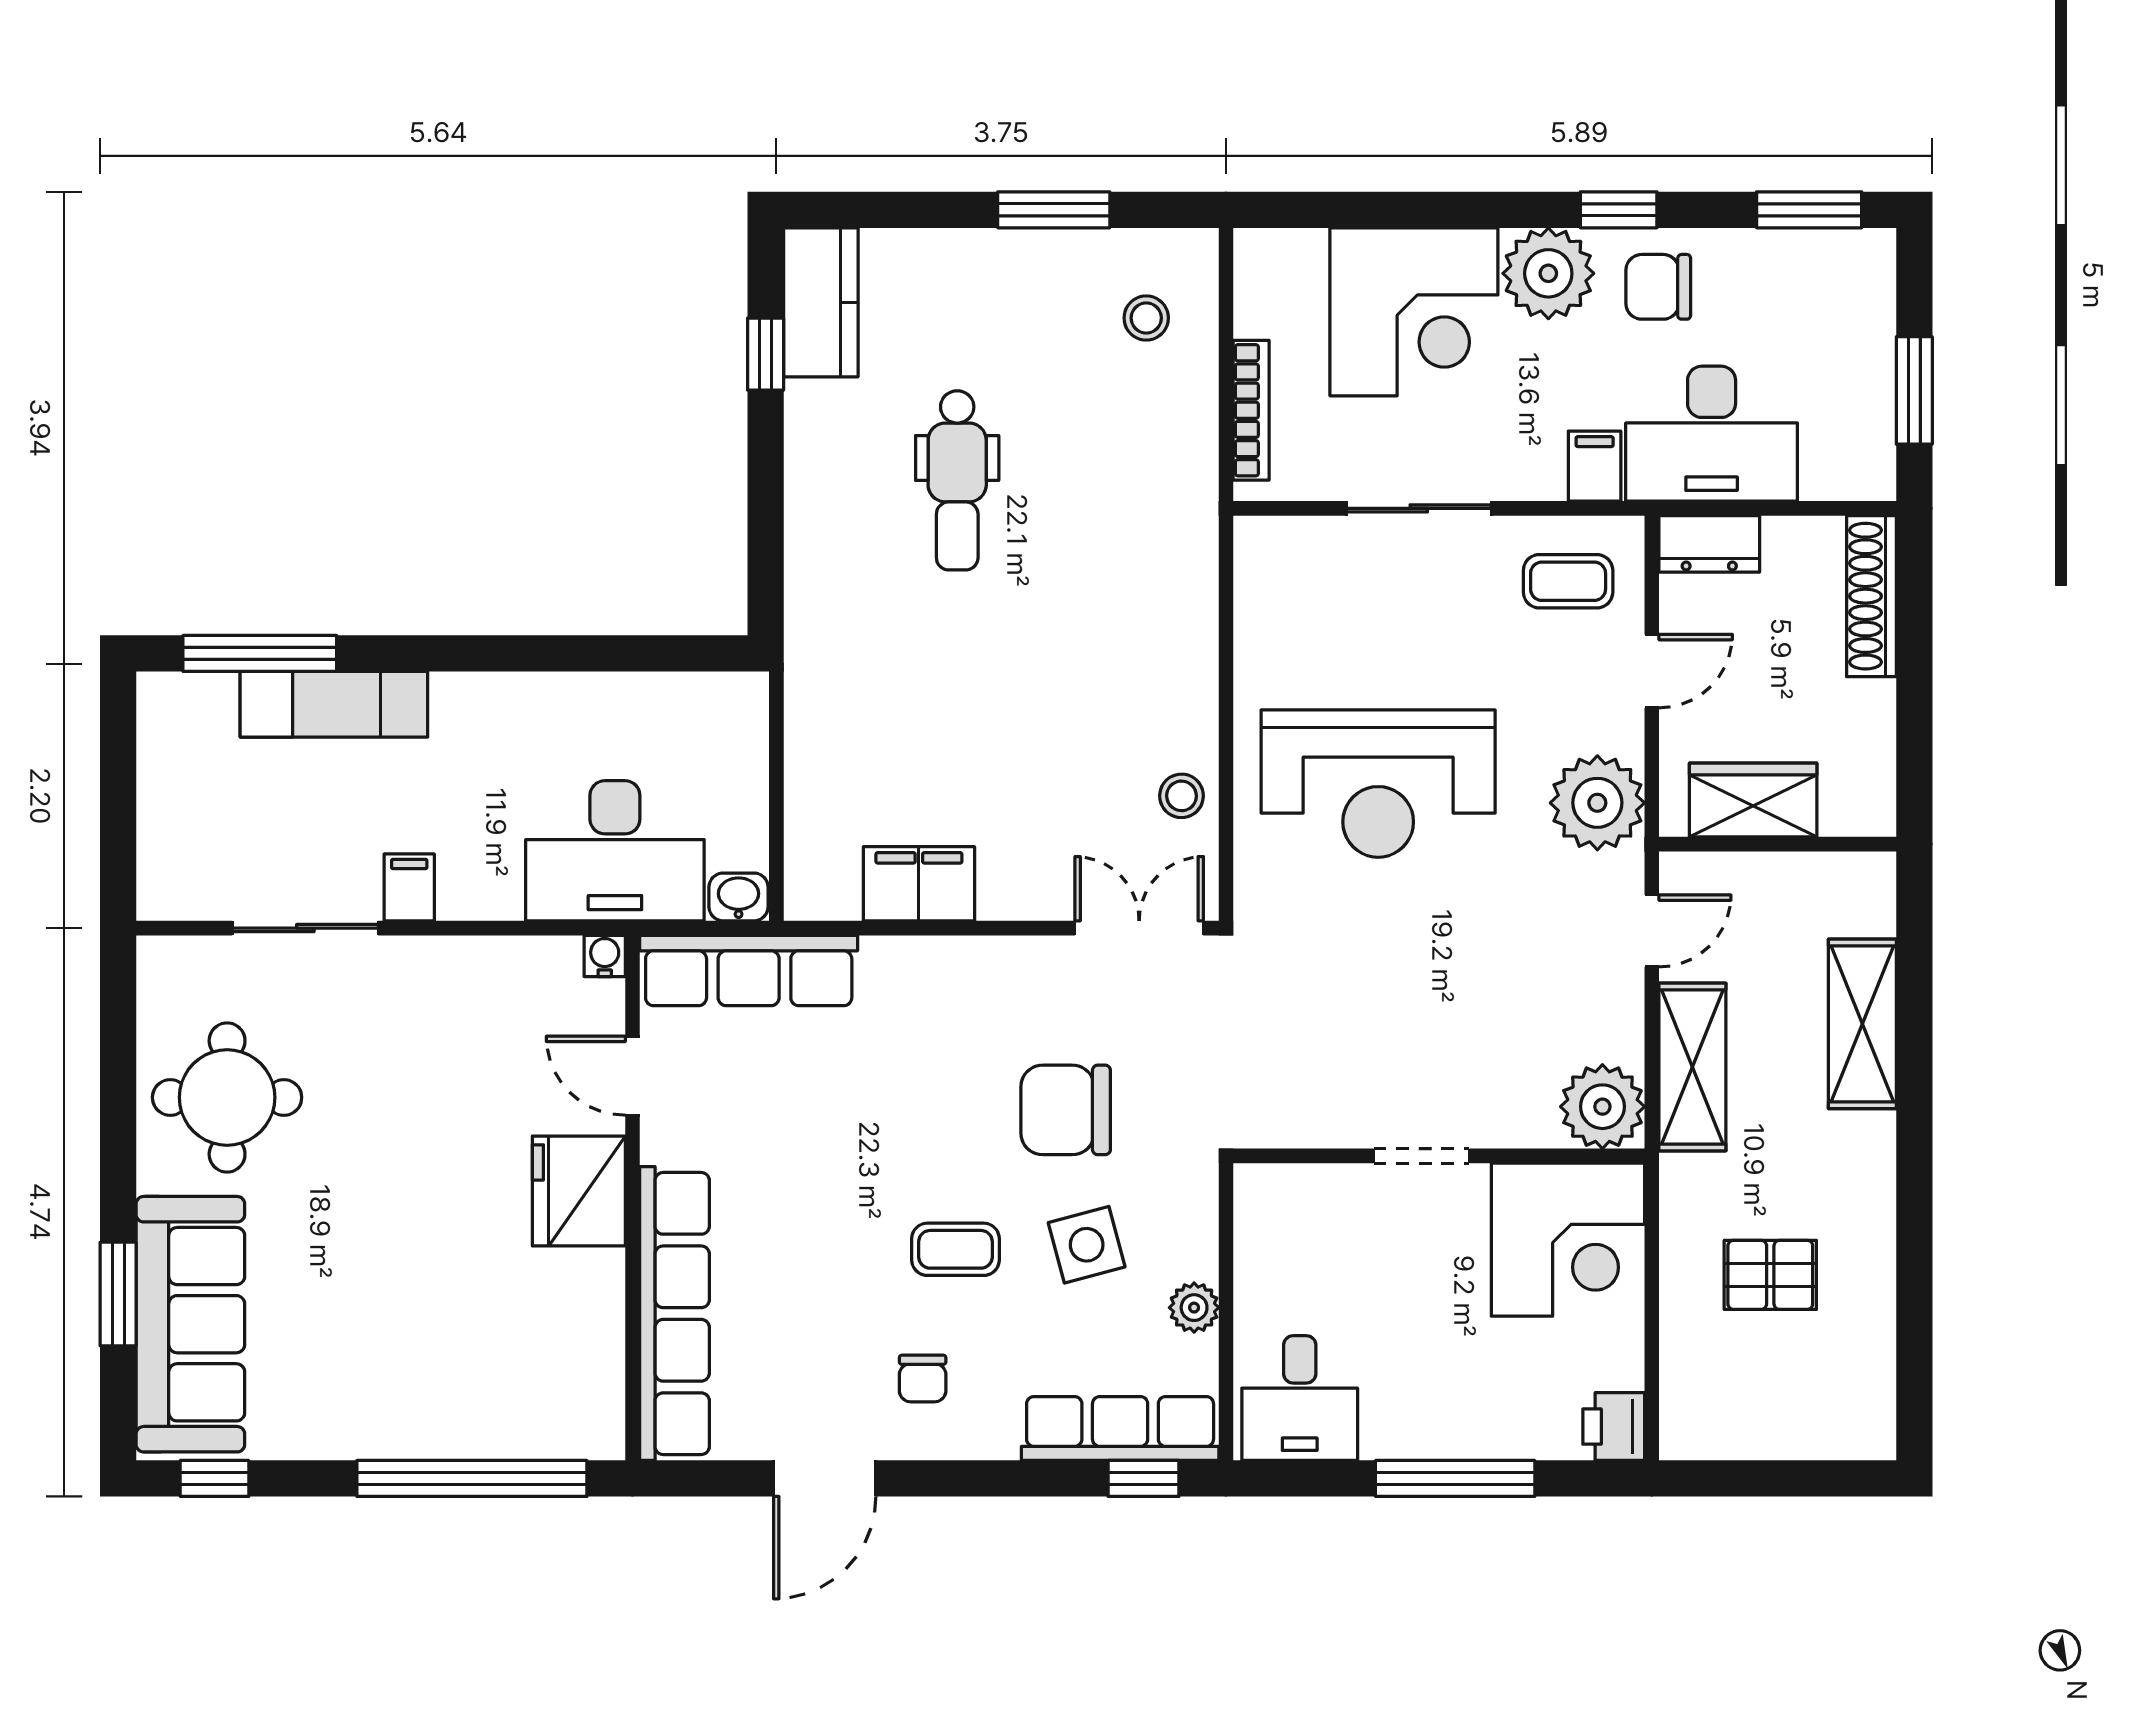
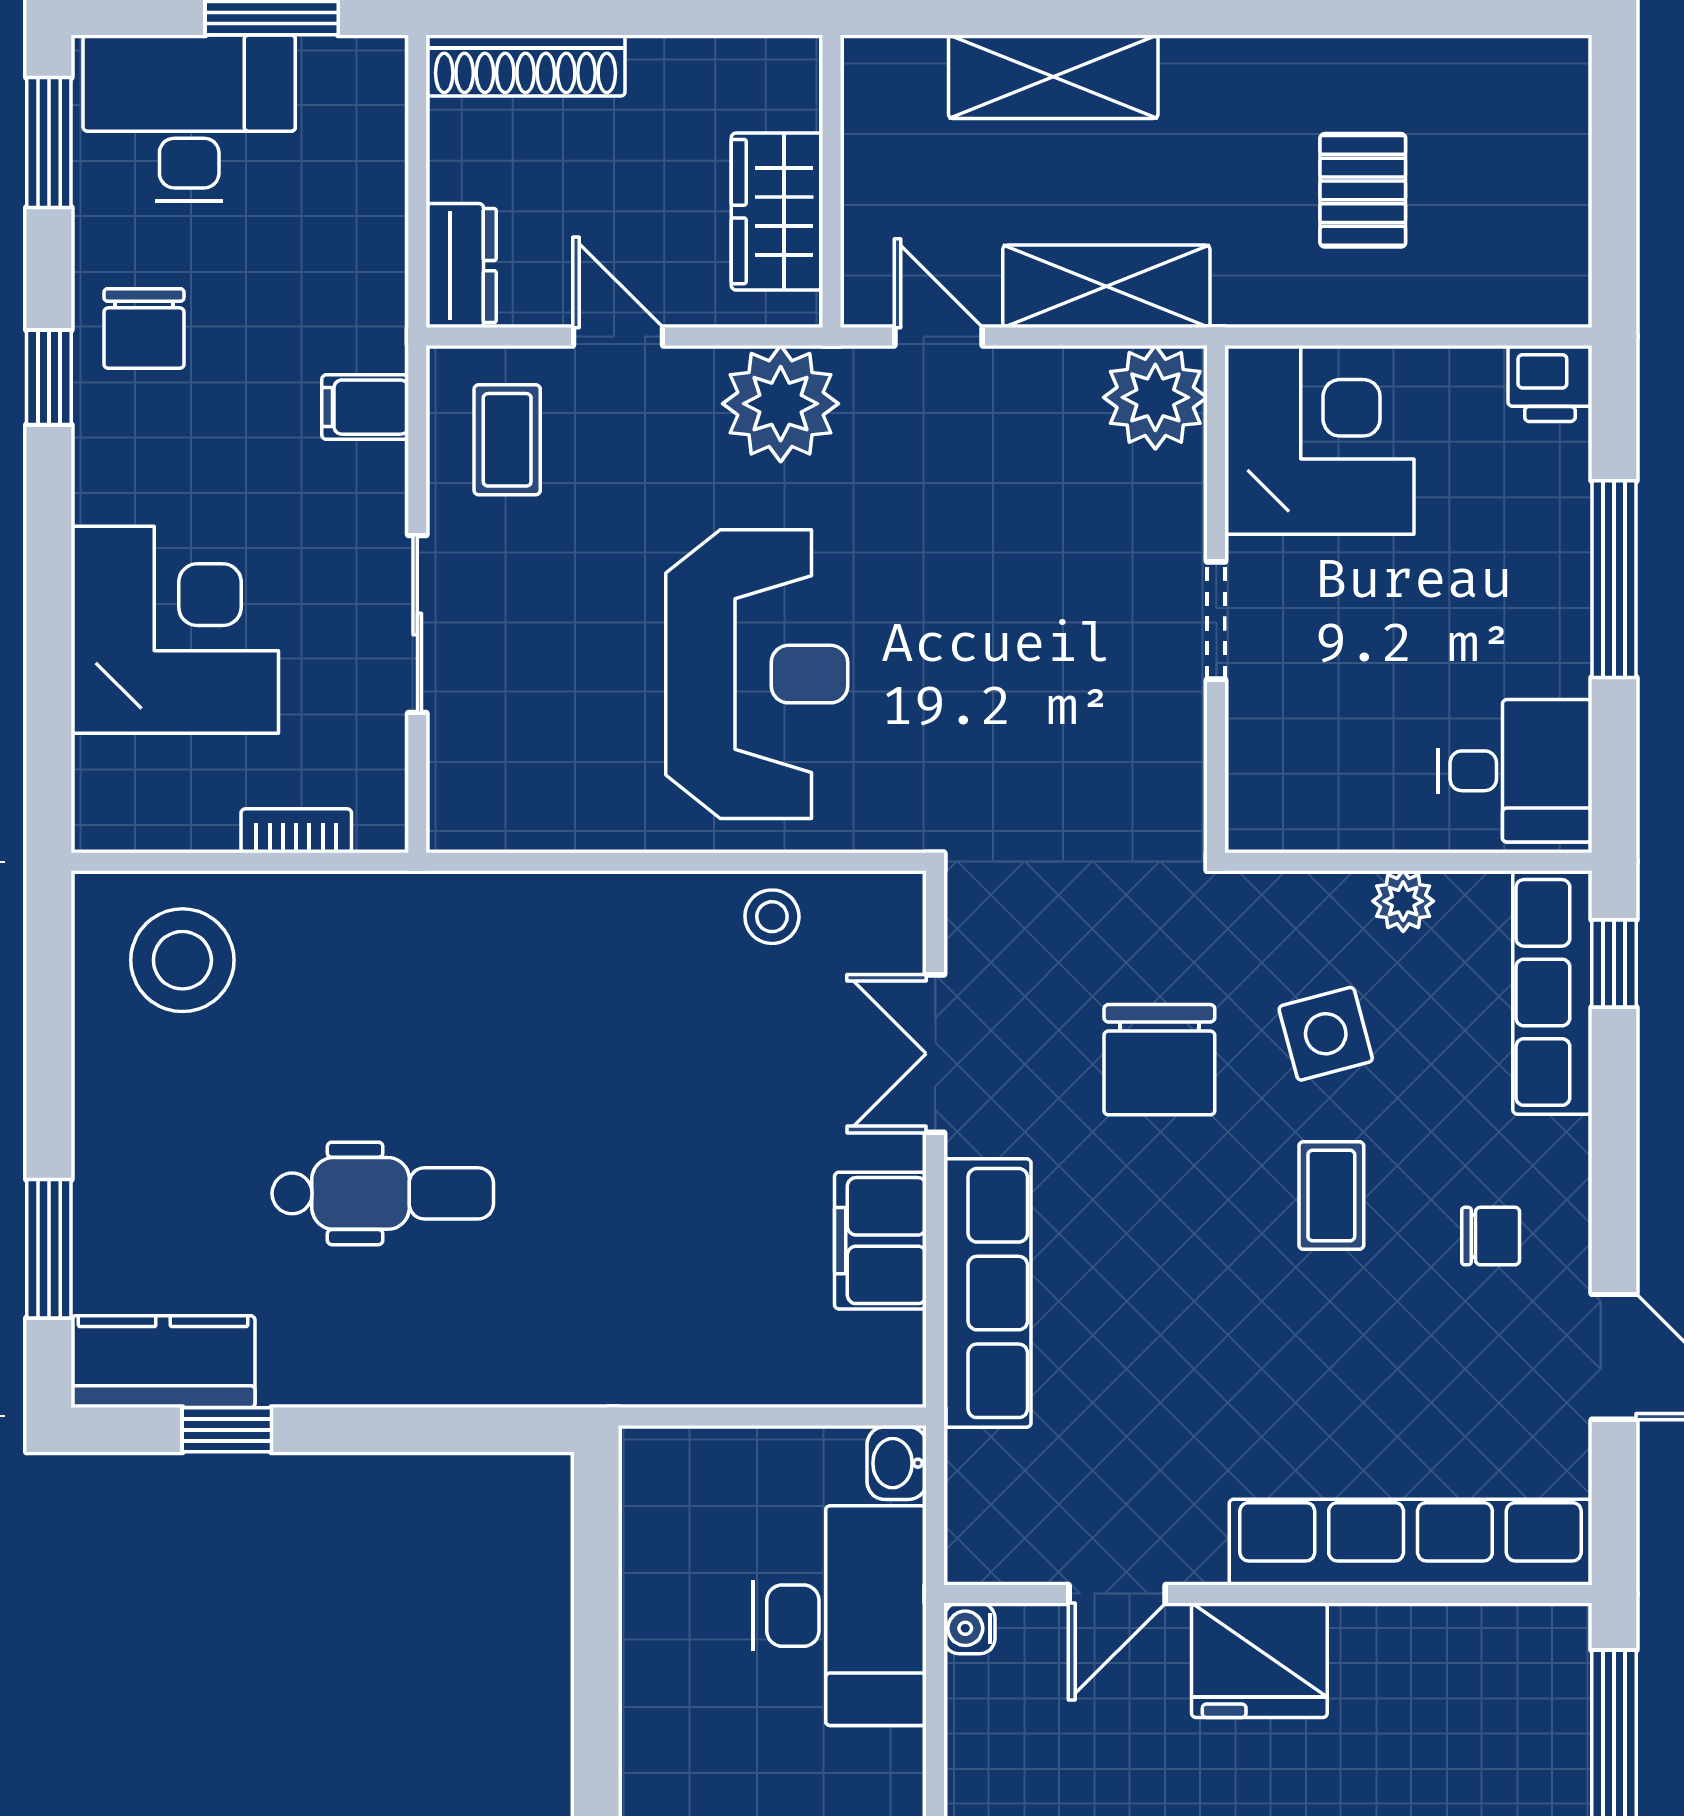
window: (1054, 210) -> (49, 1249), moved
plant: (1548, 273) -> (127, 464), removed
stool: (1146, 318) -> (182, 960), width x1.89, depth x1.89
bookcase: (1251, 410) -> (296, 831), width x0.64
desk: (1712, 434) -> (189, 118), moved, turned -90
double door: (1139, 928) -> (935, 1054), moved
row of seats: (749, 970) -> (987, 1293), moved

